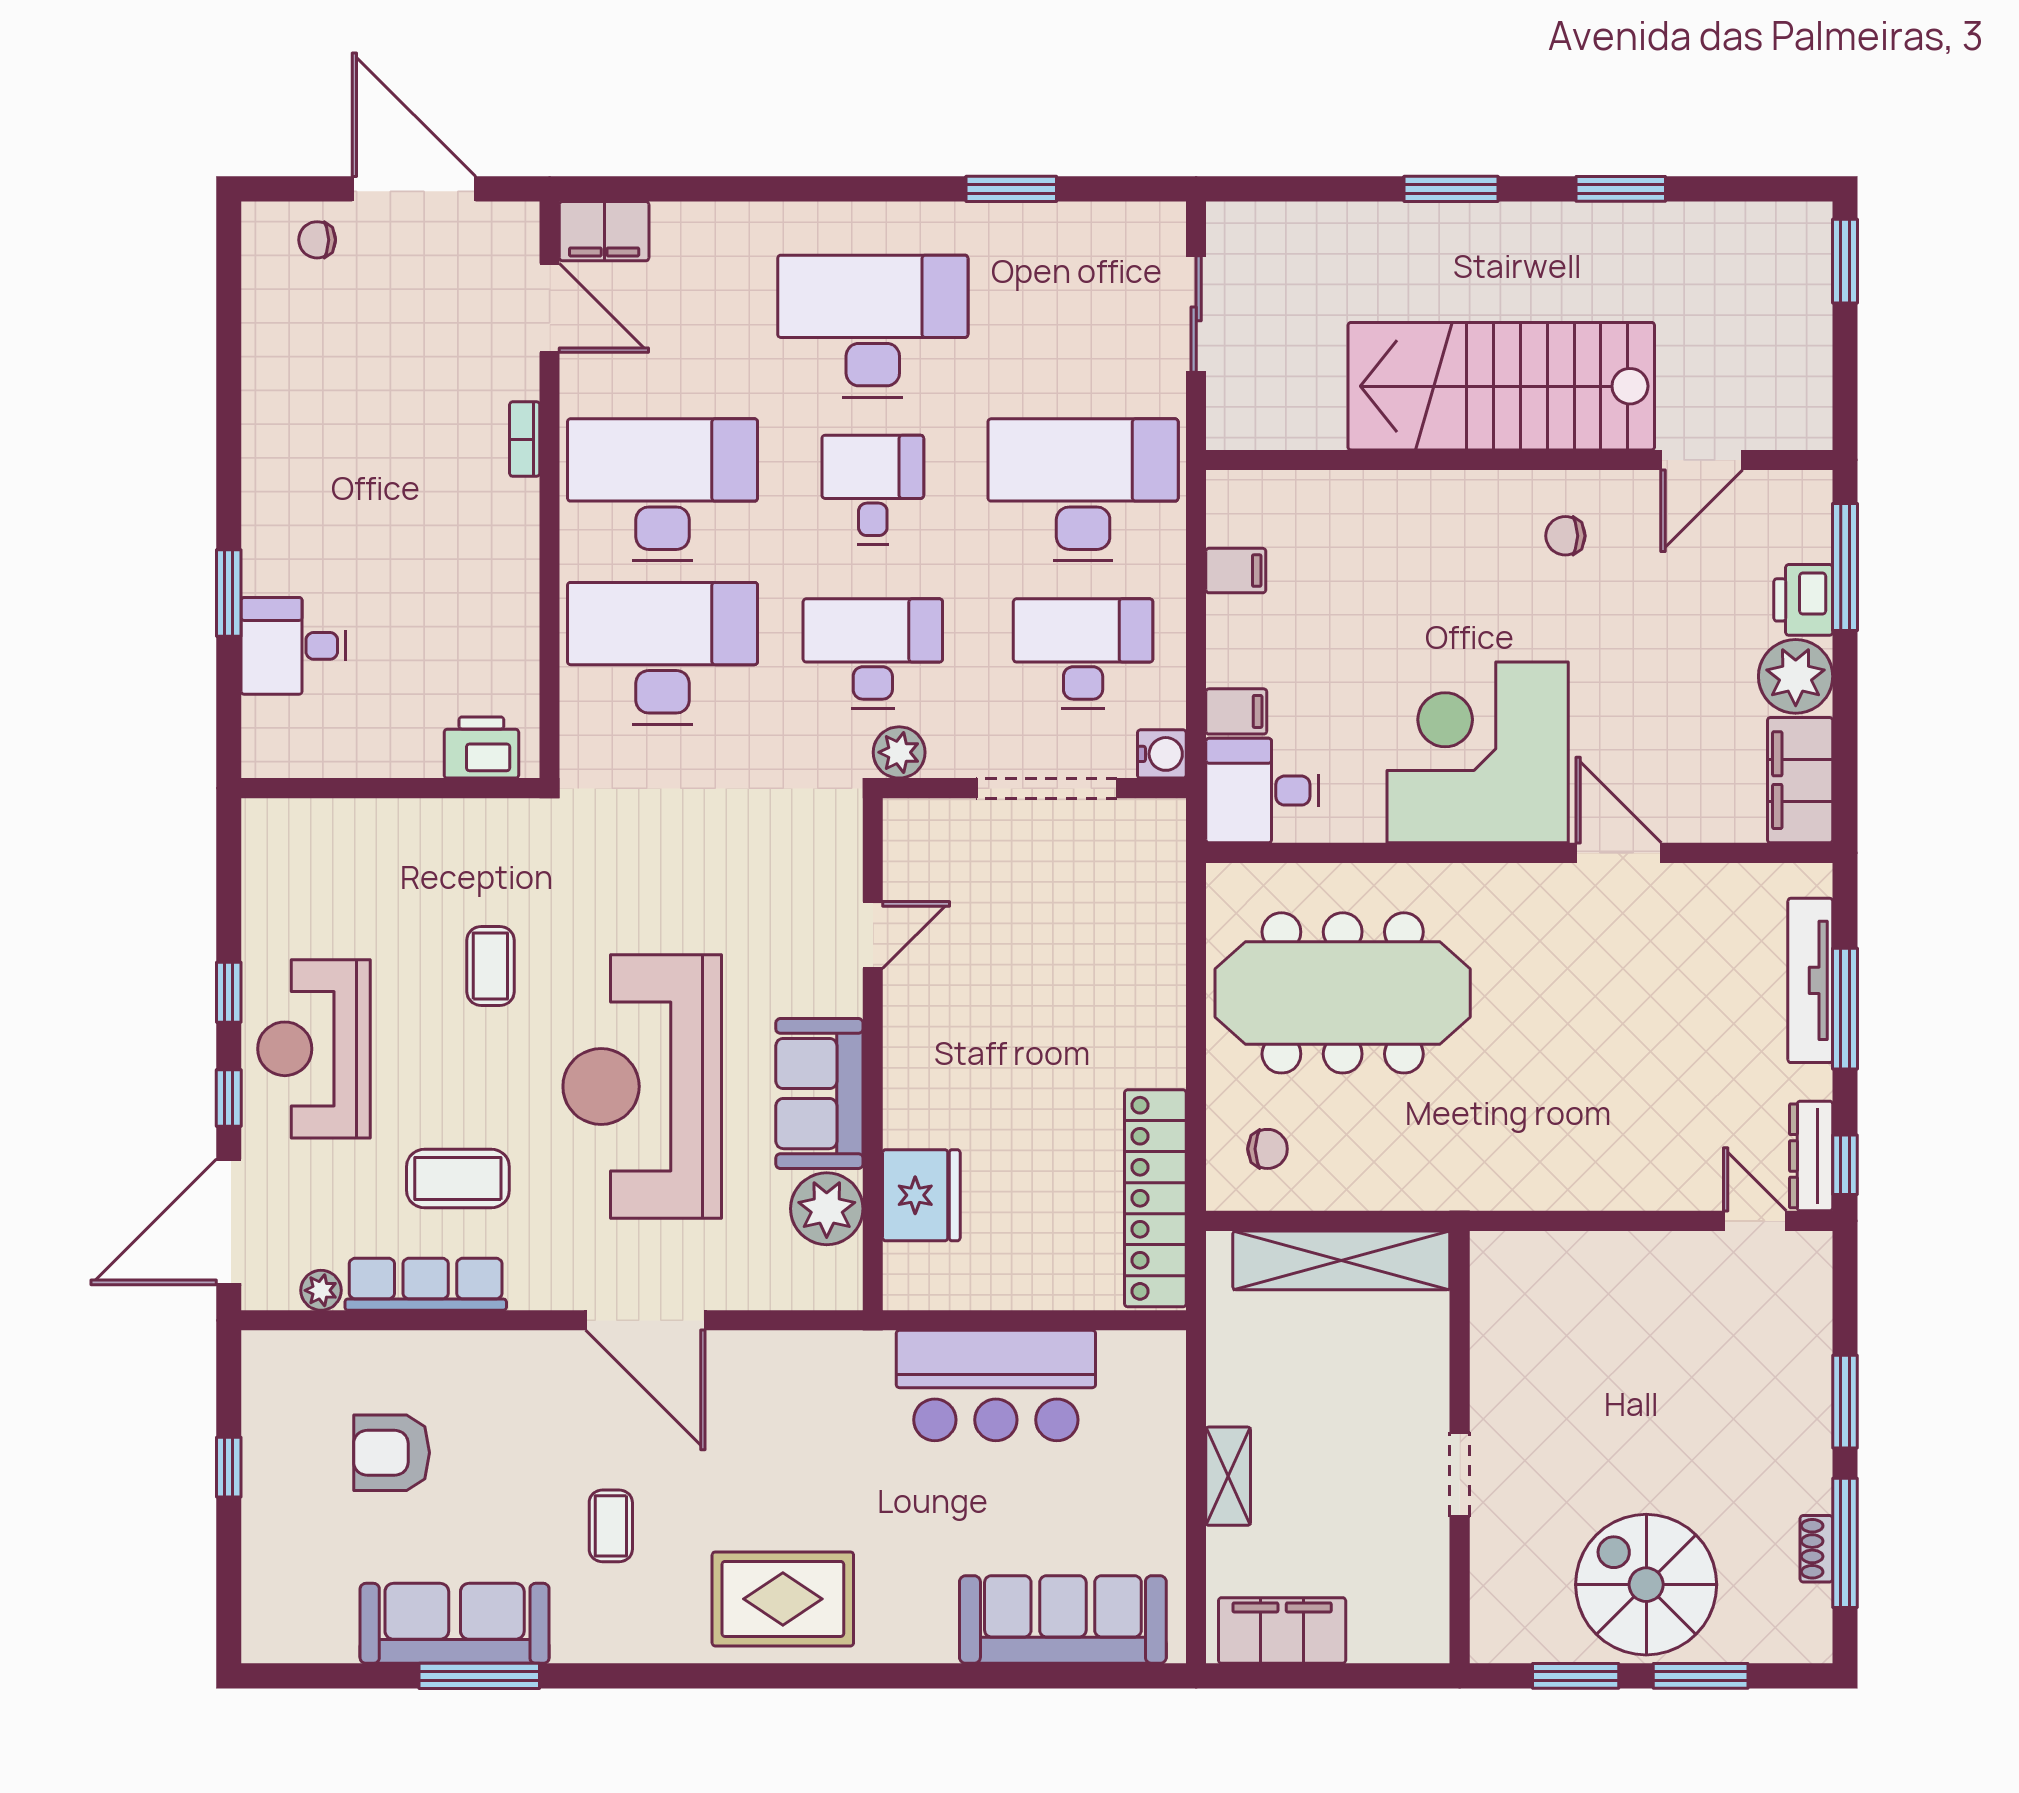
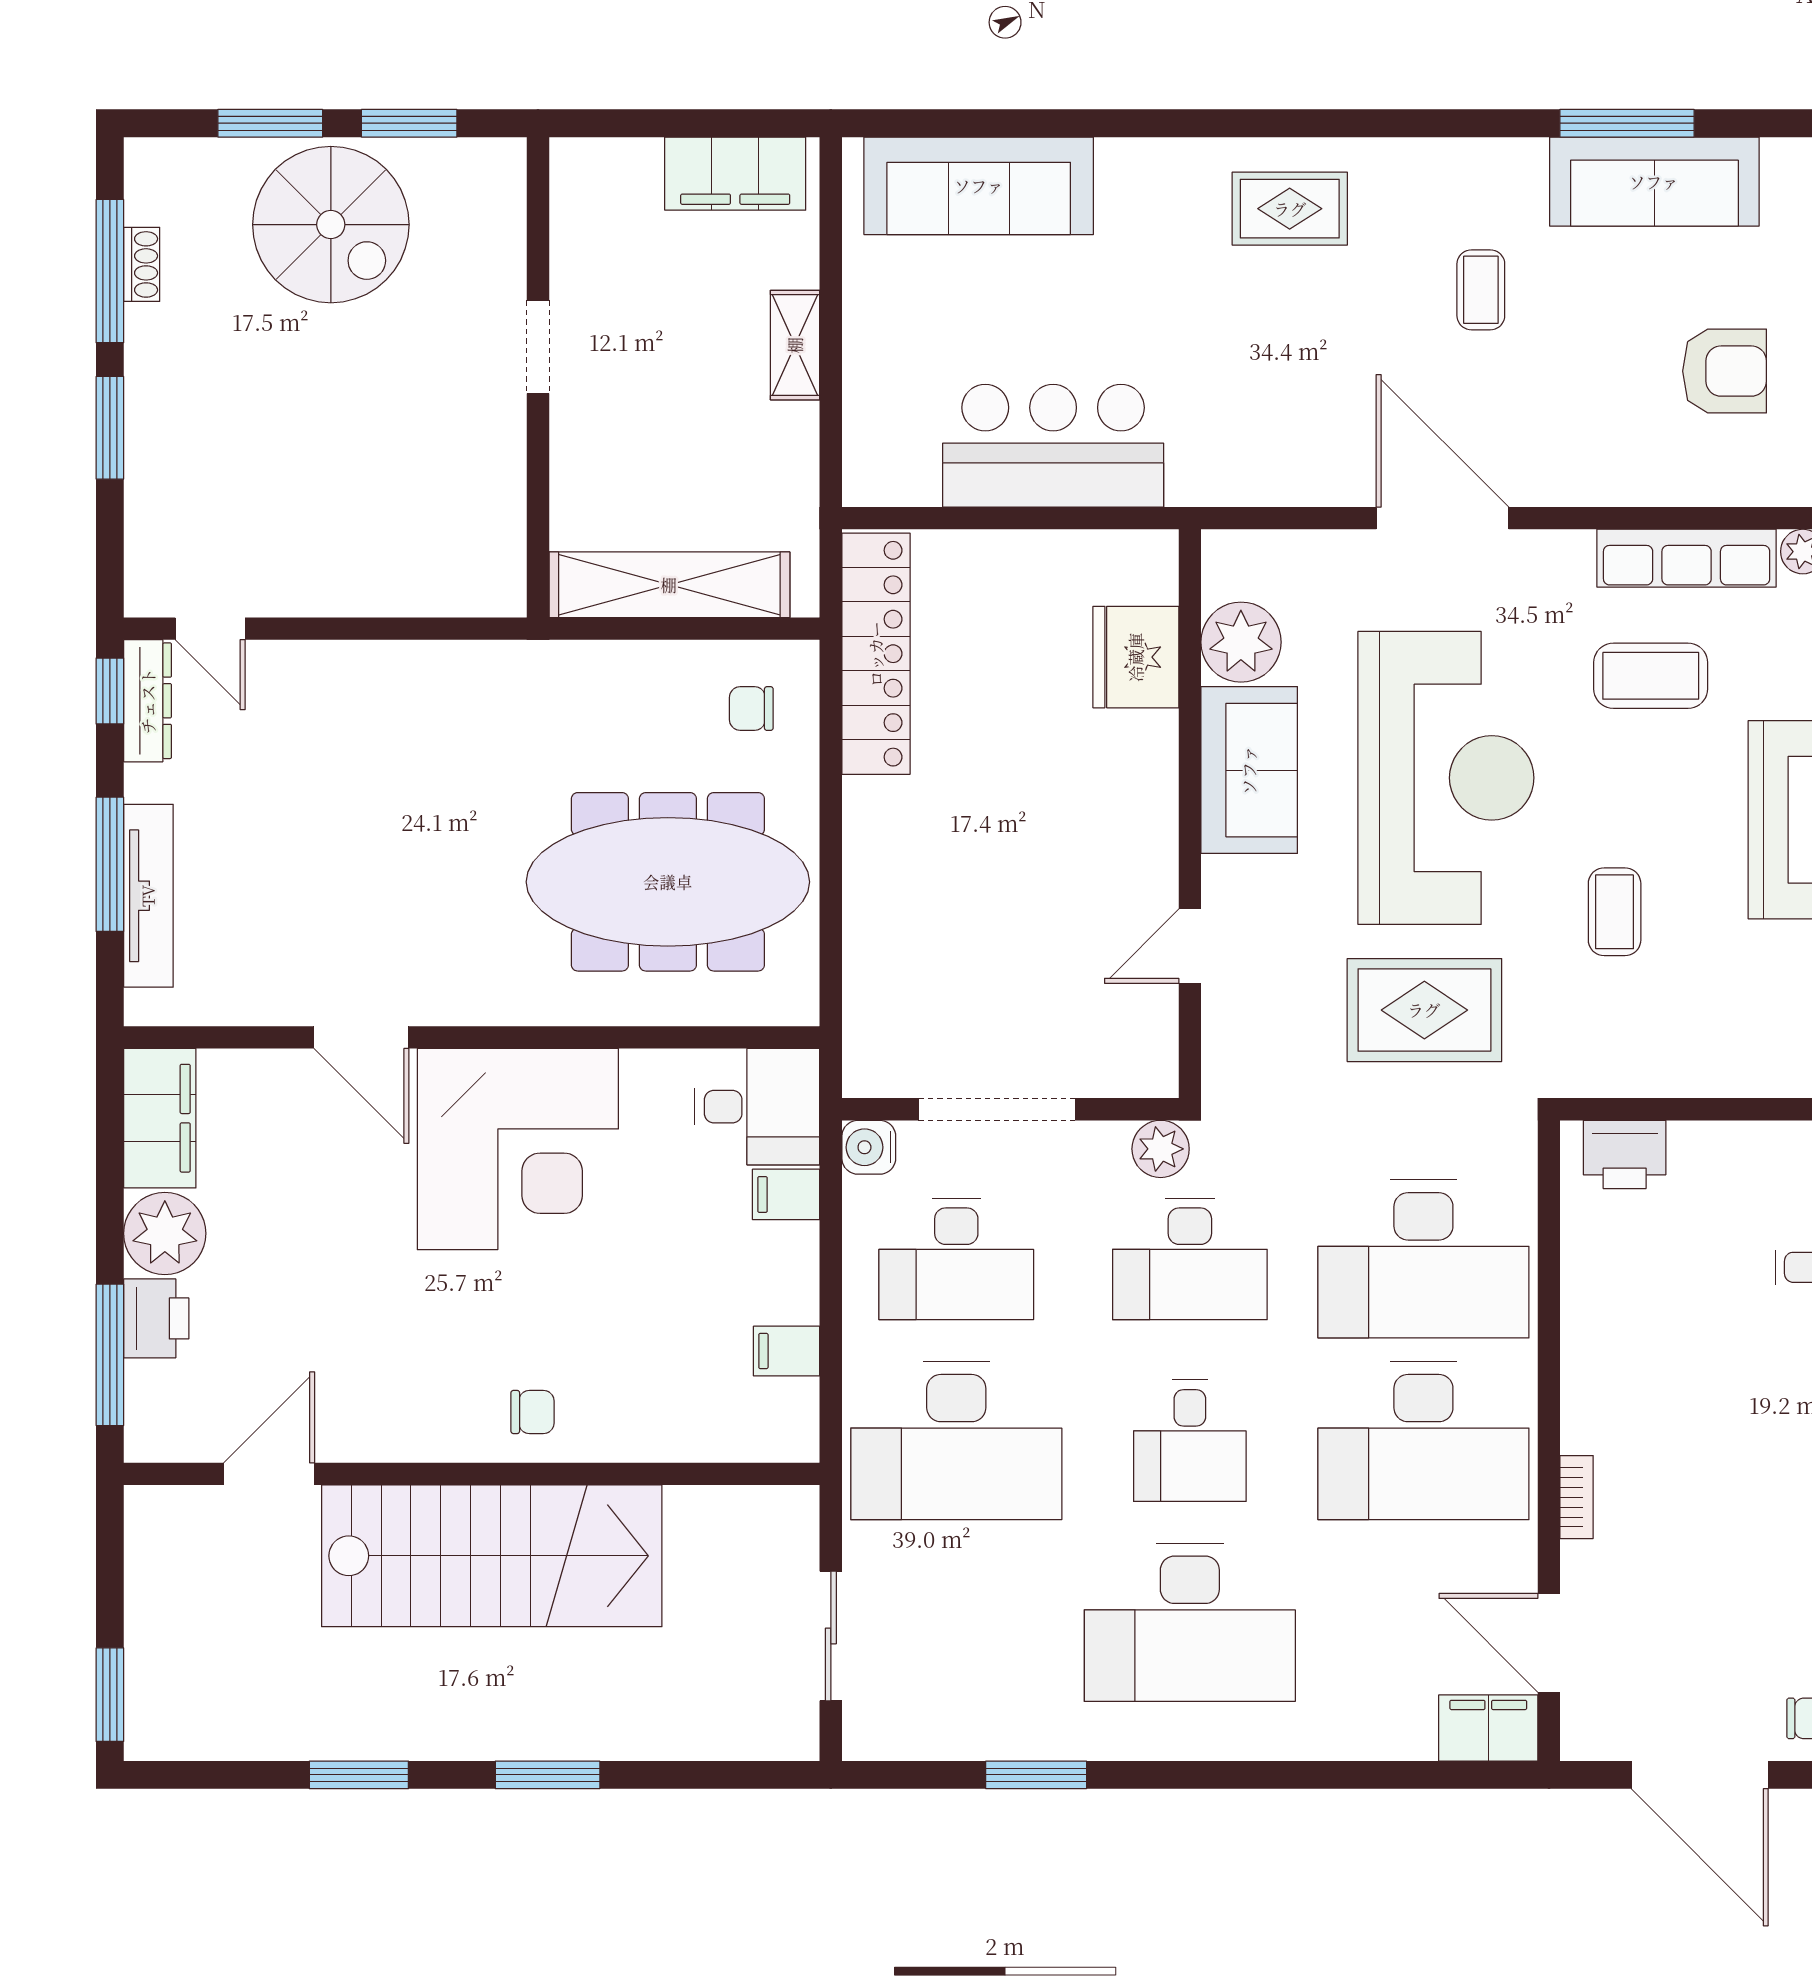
chair: (1565, 536) -> (533, 1412), moved
rug: (662, 877) -> (1424, 1010), added
rug: (783, 1599) -> (1290, 209), width x0.73, depth x0.70

